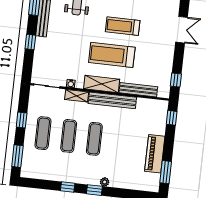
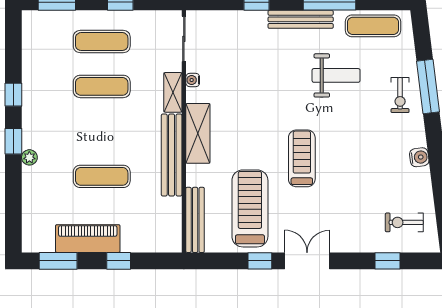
double door: (182, 30) -> (307, 261), swing flipped
treadmill: (112, 55) -> (250, 208), moved
window: (176, 80) -> (260, 261), moved
bench: (138, 90) -> (195, 220), moved
window: (172, 118) -> (119, 261), moved
exercise mat: (94, 139) -> (102, 176), moved

